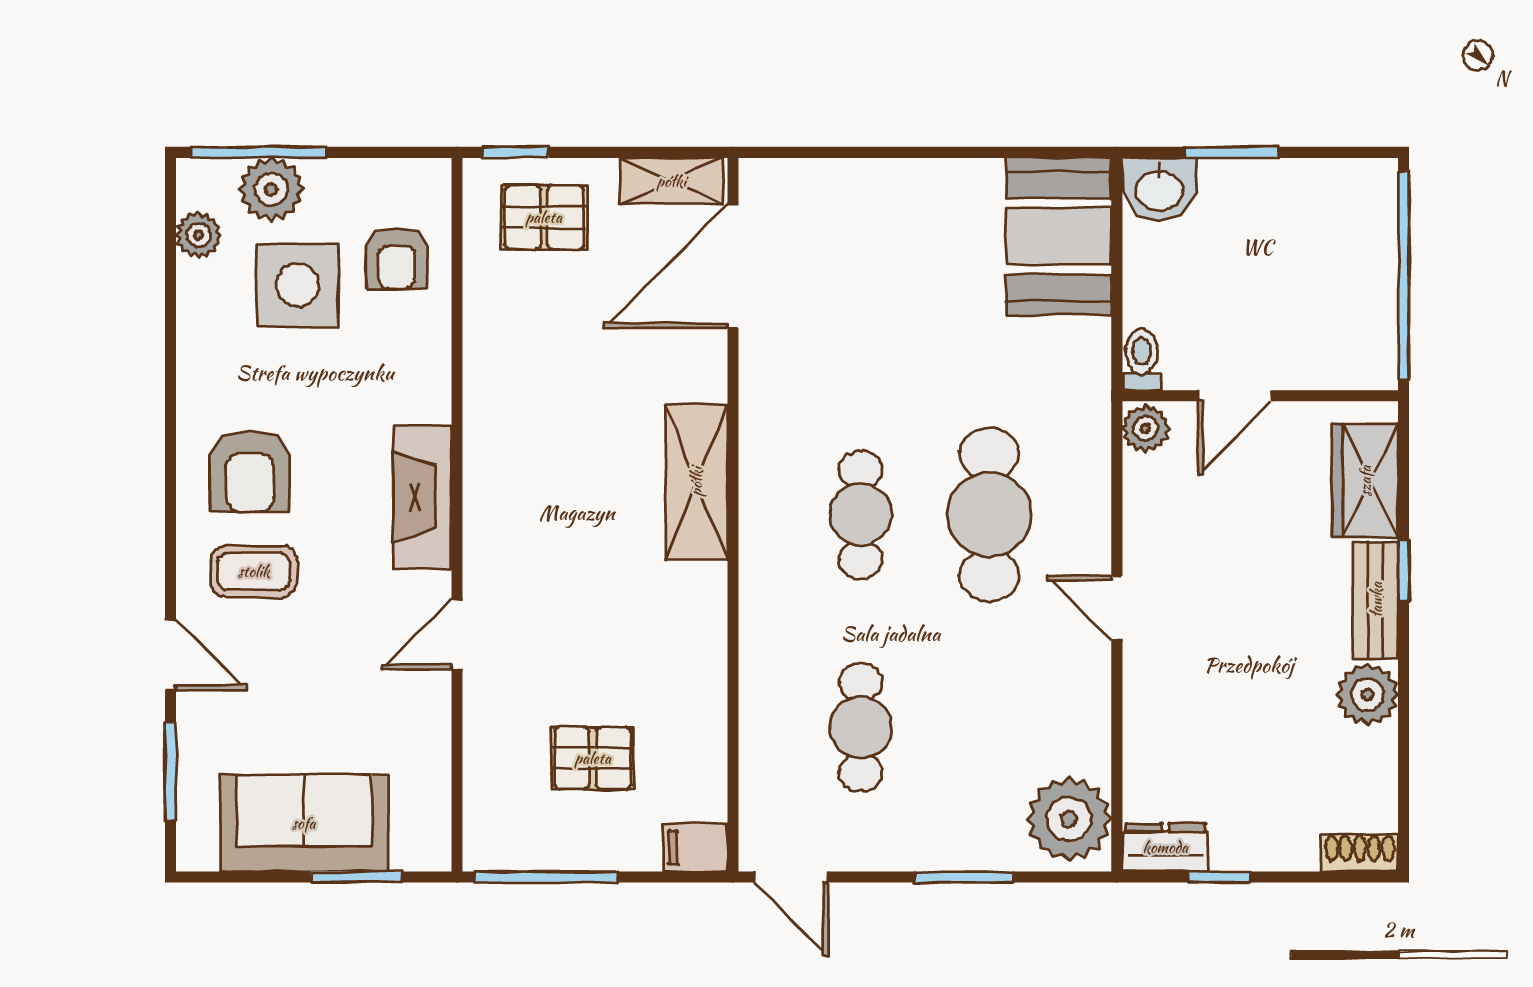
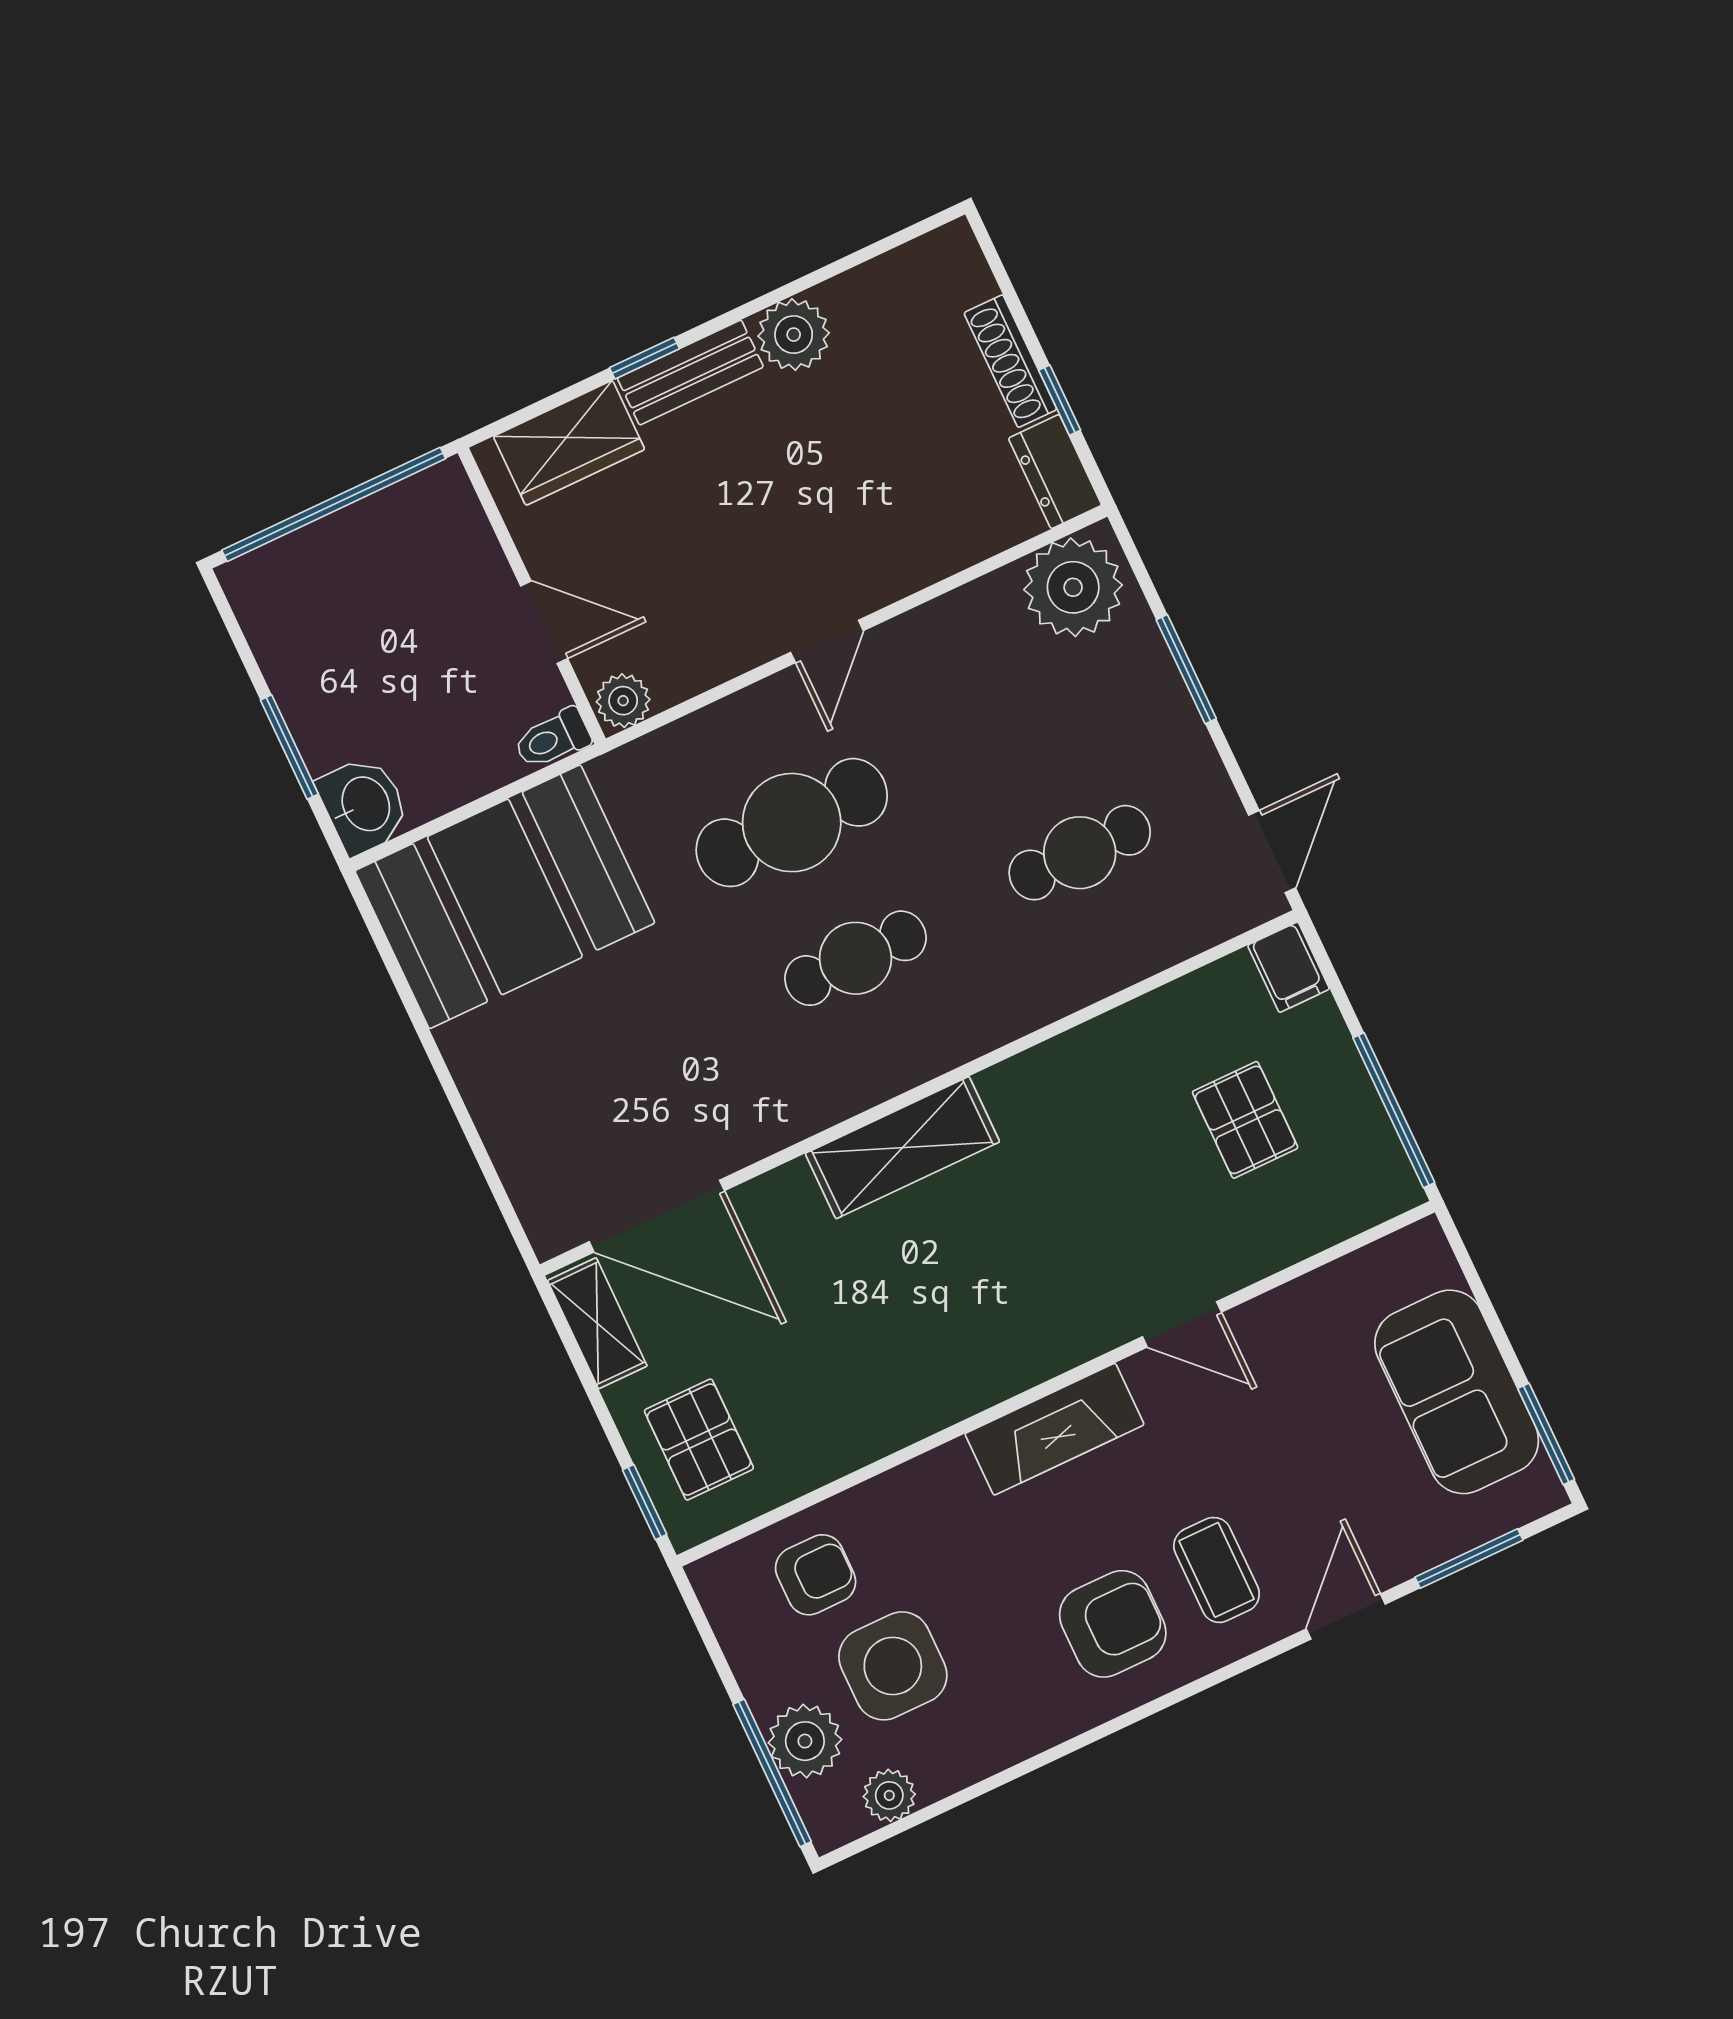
booth: (1059, 236) -> (505, 897), width x1.36, depth x1.42
shoe rack: (1360, 853) -> (1010, 361), moved, width x1.43
window: (357, 877) -> (1546, 1434), moved

